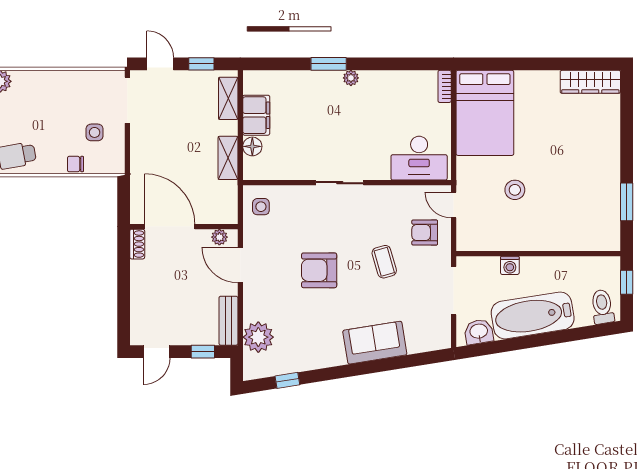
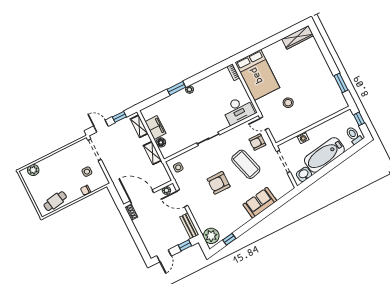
coffee table: (384, 262) -> (246, 164), width x1.86, depth x1.72
plant: (258, 337) -> (211, 236), moved

